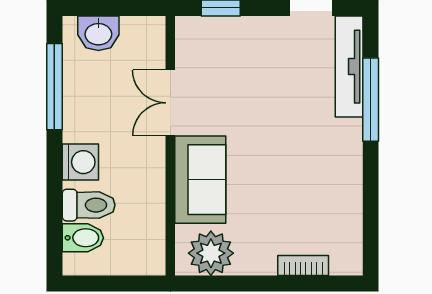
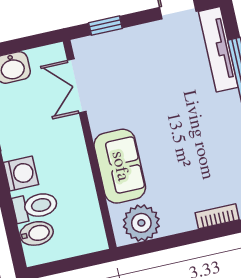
double door: (170, 103) -> (77, 86), moved

